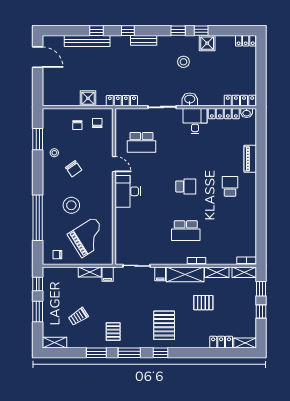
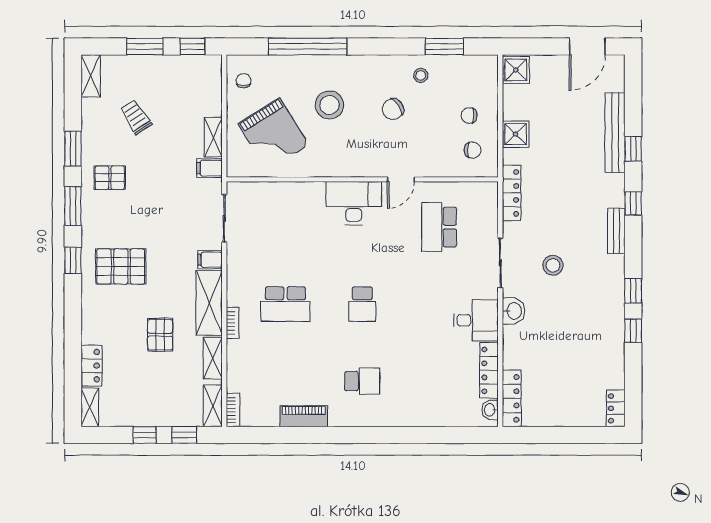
shower: (207, 43) -> (516, 70), moved
stool: (183, 62) -> (553, 265), moved
piano: (250, 159) -> (304, 416), moved
school desk: (186, 231) -> (285, 304), turned -90

